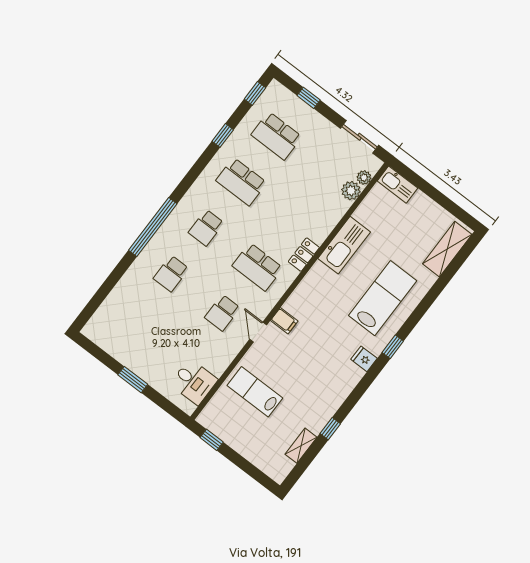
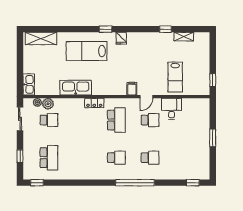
window: (223, 135) -> (193, 183), moved
school desk: (241, 182) -> (49, 120), moved, width x0.54
desk: (194, 382) -> (172, 109), moved

